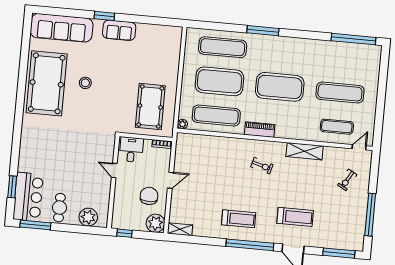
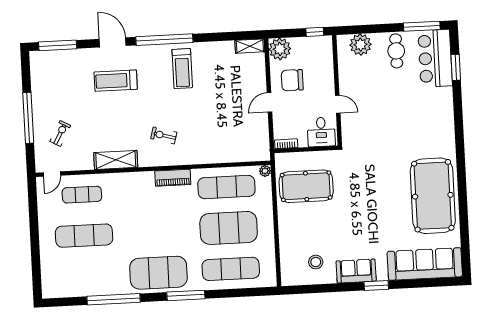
window: (353, 39) -> (114, 299), moved
stool: (85, 83) -> (316, 262), moved
exercise mat: (280, 87) -> (158, 273), moved
pool table: (150, 106) -> (306, 186), turned 90
chair: (149, 196) -> (292, 80), turned 90
window: (370, 215) -> (28, 118), moved
treadmill: (239, 219) -> (182, 69), turned -90

